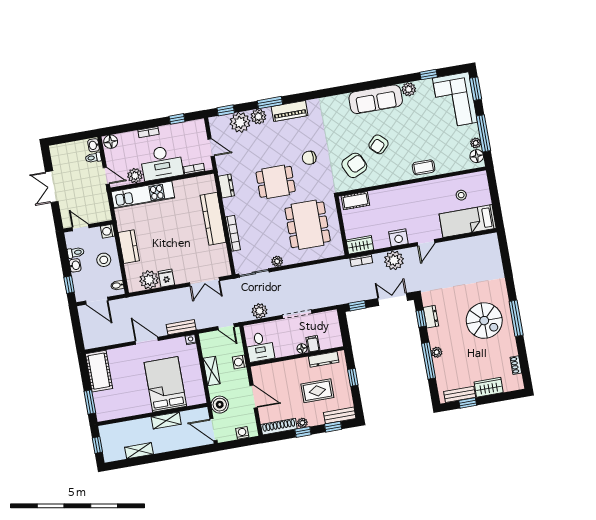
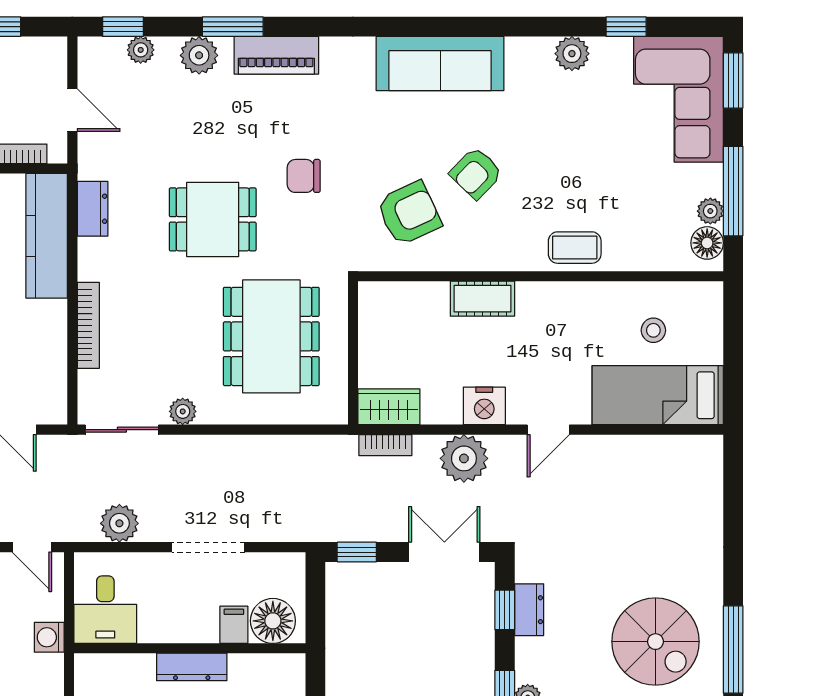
sofa: (376, 99) -> (440, 64), moved
plant: (240, 122) -> (141, 50), width x0.53, depth x0.53
cot: (355, 201) -> (482, 299), moved
kitchen counter: (213, 219) -> (47, 236), moved
floor lamp: (302, 348) -> (273, 621), moved, width x1.89, depth x1.89
dresser: (324, 359) -> (192, 667), moved

